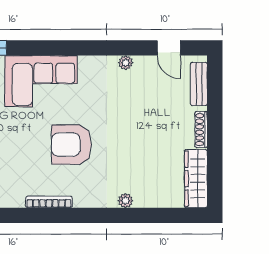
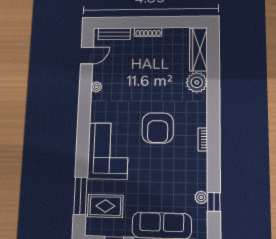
wardrobe: (196, 179) -> (199, 49), moved, turned 90
plant: (125, 201) -> (197, 82), width x1.88, depth x1.88
bookcase: (49, 202) -> (203, 139), width x0.64

